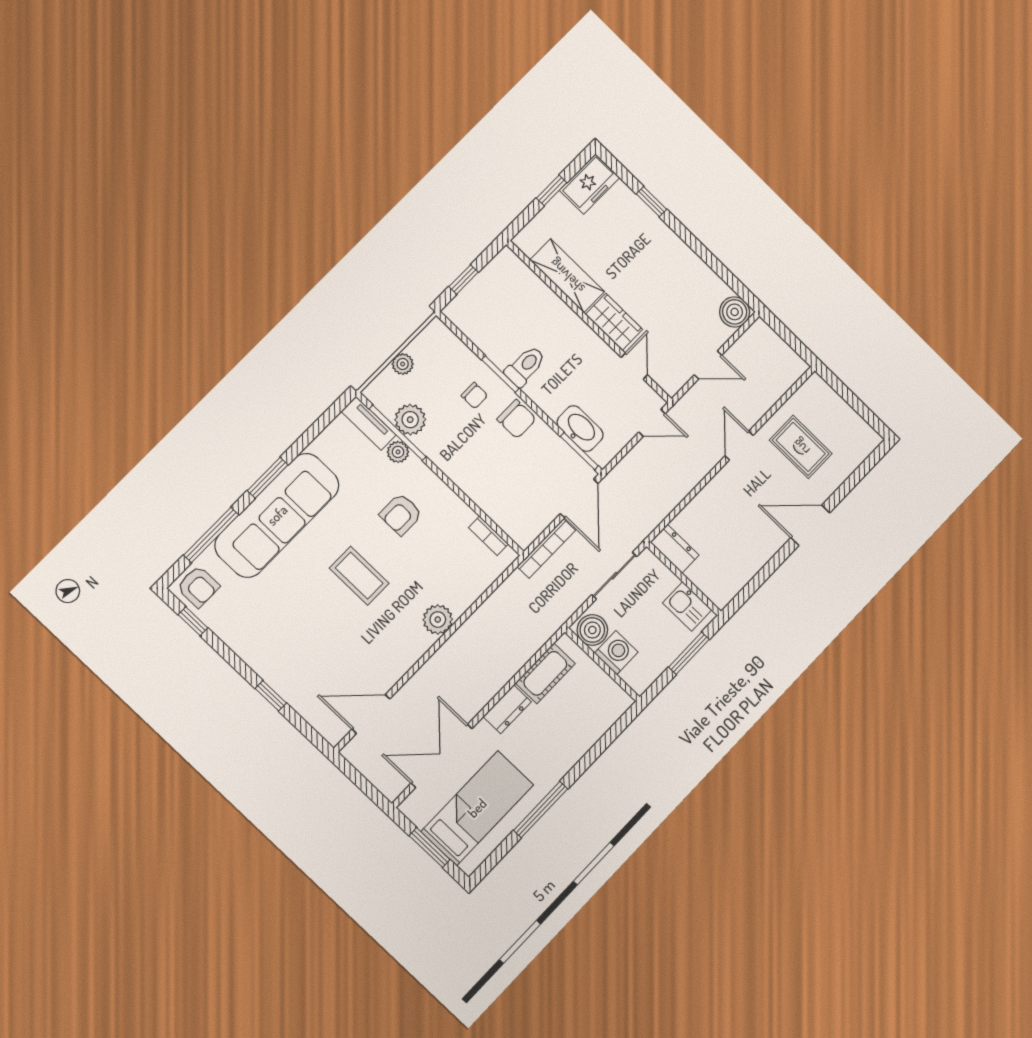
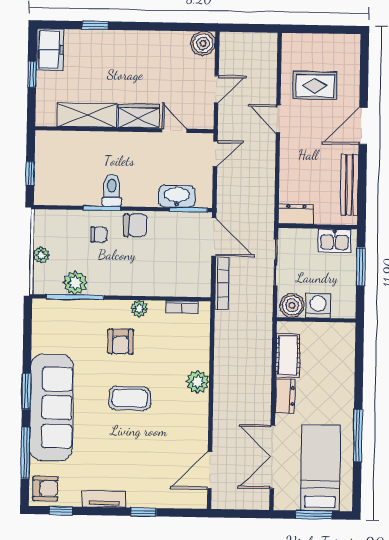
tv unit: (369, 423) -> (104, 499), moved, turned 180
plant: (398, 452) -> (139, 309), moved
bench: (748, 568) -> (349, 185), added

